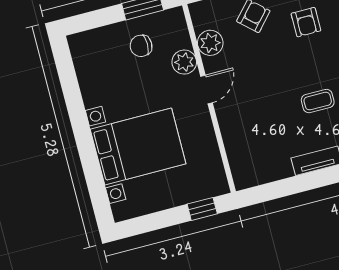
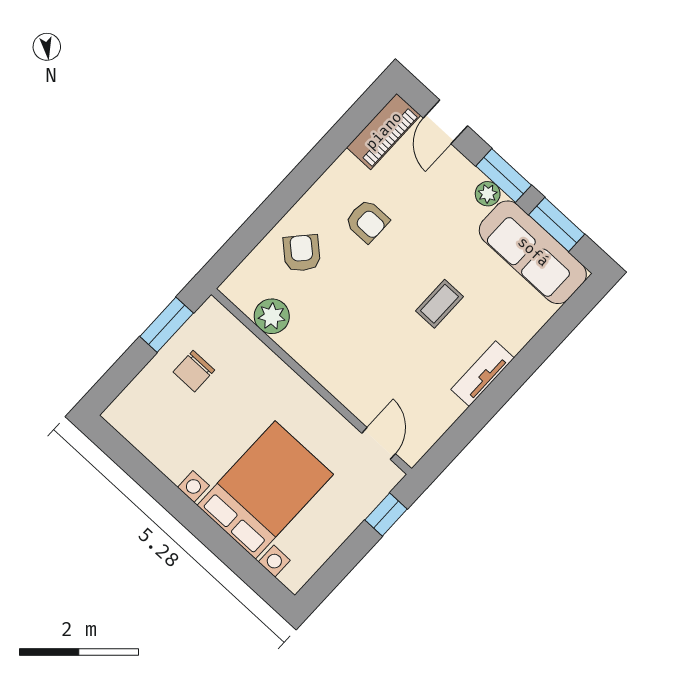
plant: (184, 62) -> (256, 358), removed
door: (207, 89) -> (379, 443), moved

